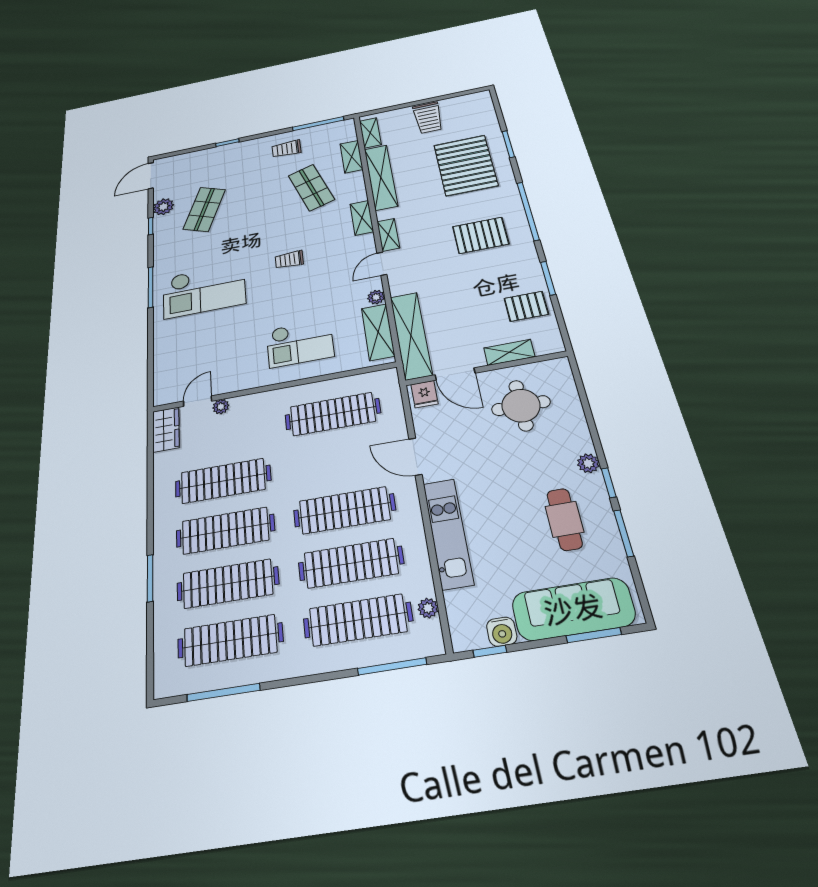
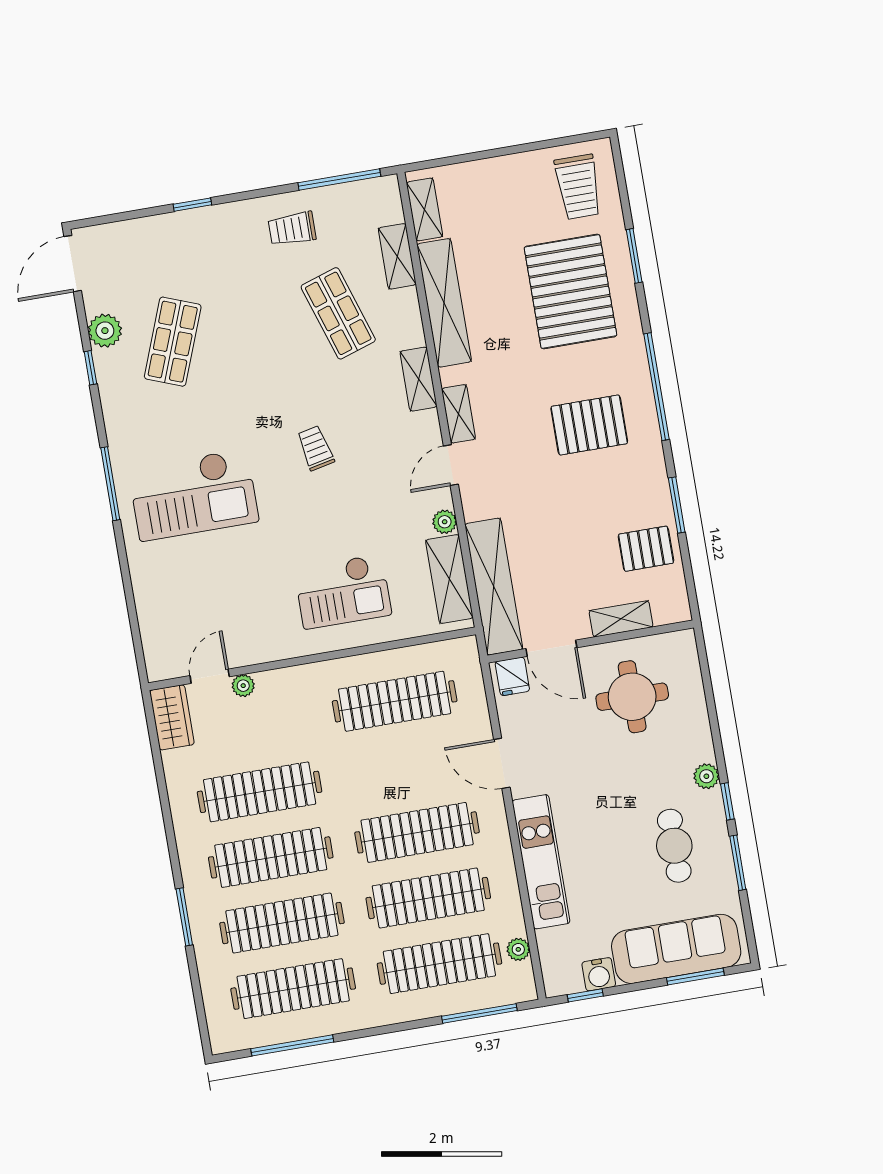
trolley: (428, 118) -> (578, 187), moved
trolley: (289, 260) -> (316, 448), turned 78

